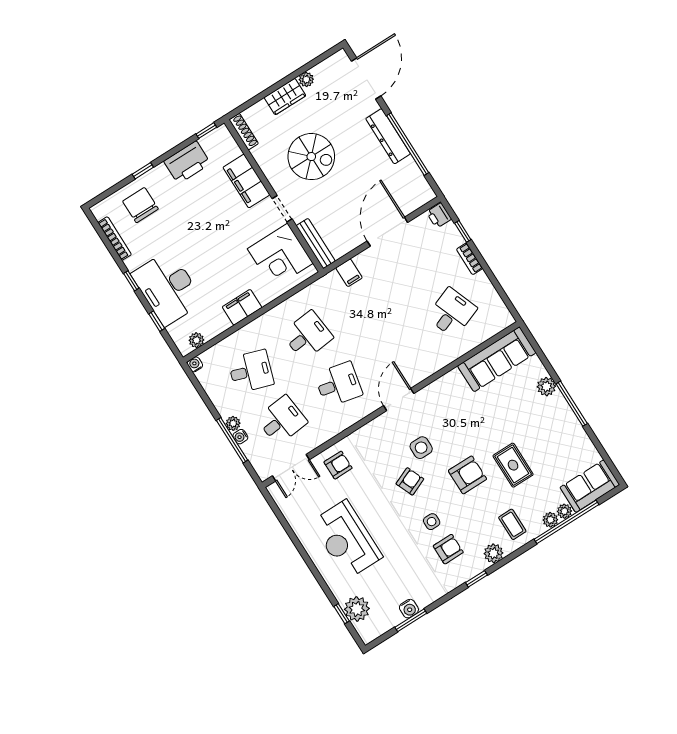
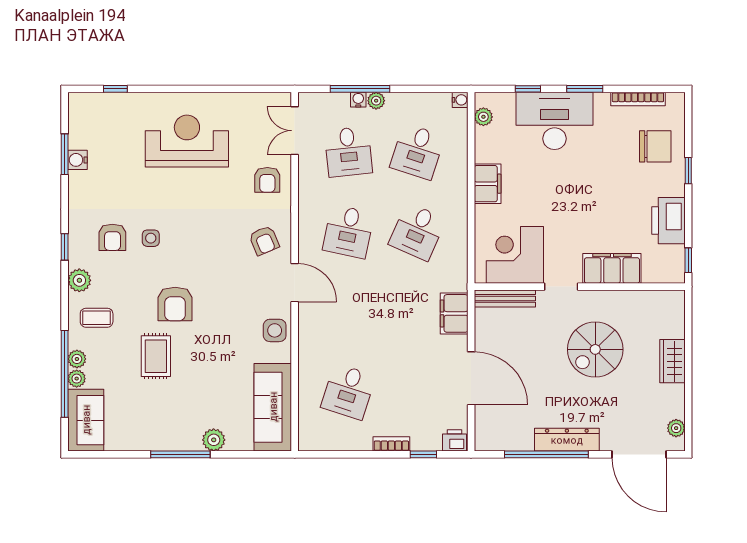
plant: (306, 79) -> (676, 428), moved
shoe rack: (244, 132) -> (663, 297), removed
filing cabinet: (349, 273) -> (454, 313), width x2.00
window: (131, 281) -> (585, 89), width x1.50
desk: (452, 313) -> (348, 392), turned 39
desk: (308, 336) -> (417, 232), turned 30
side table: (421, 448) -> (275, 330), moved
rug: (513, 465) -> (156, 356), turned 90
armchair: (410, 481) -> (264, 240), moved
plant: (357, 609) -> (110, 107), removed

